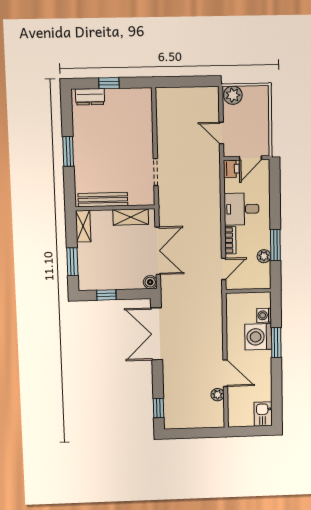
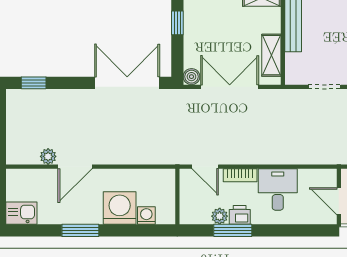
printer: (231, 169) -> (240, 215), moved, turned 180
double door: (158, 251) -> (230, 87), swing flipped
window: (276, 343) -> (80, 230), moved

